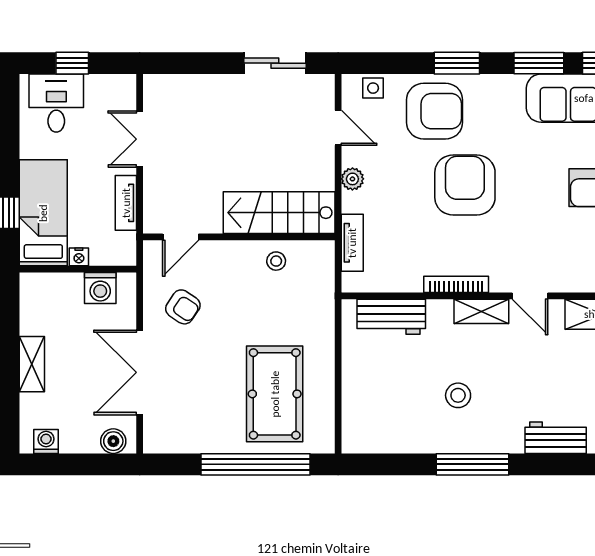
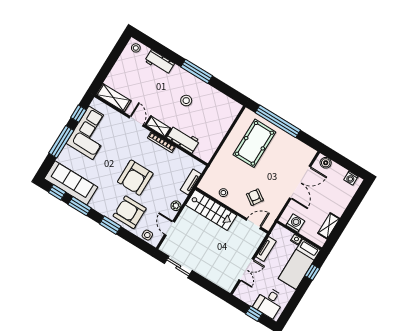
armchair: (183, 307) -> (255, 197), moved
workbench: (391, 317) -> (183, 139), moved
shelving: (32, 364) -> (329, 226), moved

